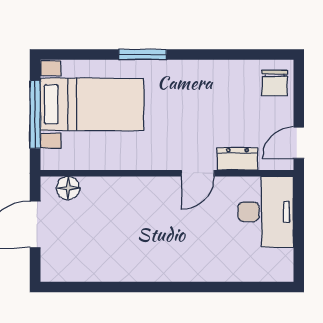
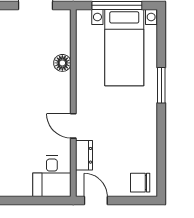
floor lamp: (68, 188) -> (62, 63), moved
desk: (266, 212) -> (52, 176), width x0.73

